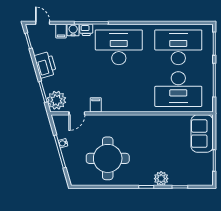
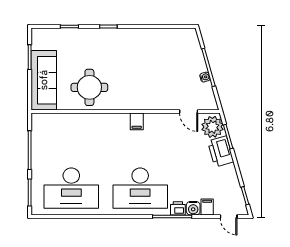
printer: (45, 65) -> (221, 151), moved
desk: (178, 89) -> (71, 140), removed
filing cabinet: (96, 105) -> (137, 121), moved
door: (77, 113) -> (189, 112), swing flipped
sofa: (202, 134) -> (44, 80), width x1.36
round table: (108, 158) -> (89, 87), moved, width x0.73, depth x0.73
plant: (161, 179) -> (91, 36), removed

